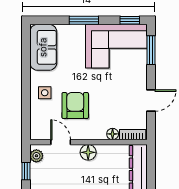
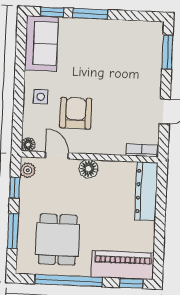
window: (130, 20) -> (52, 12), moved
corner sofa: (116, 46) -> (127, 46), removed
floor lamp: (113, 134) -> (28, 145), moved

